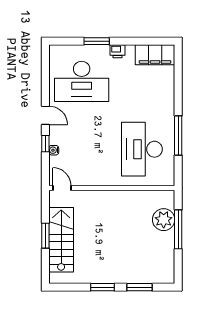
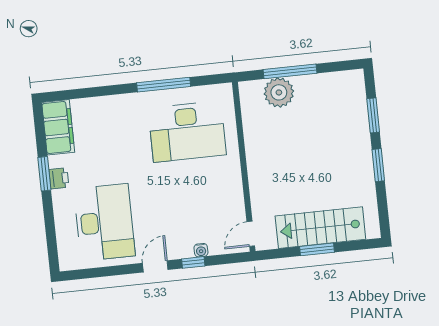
window: (97, 41) -> (44, 174), moved

